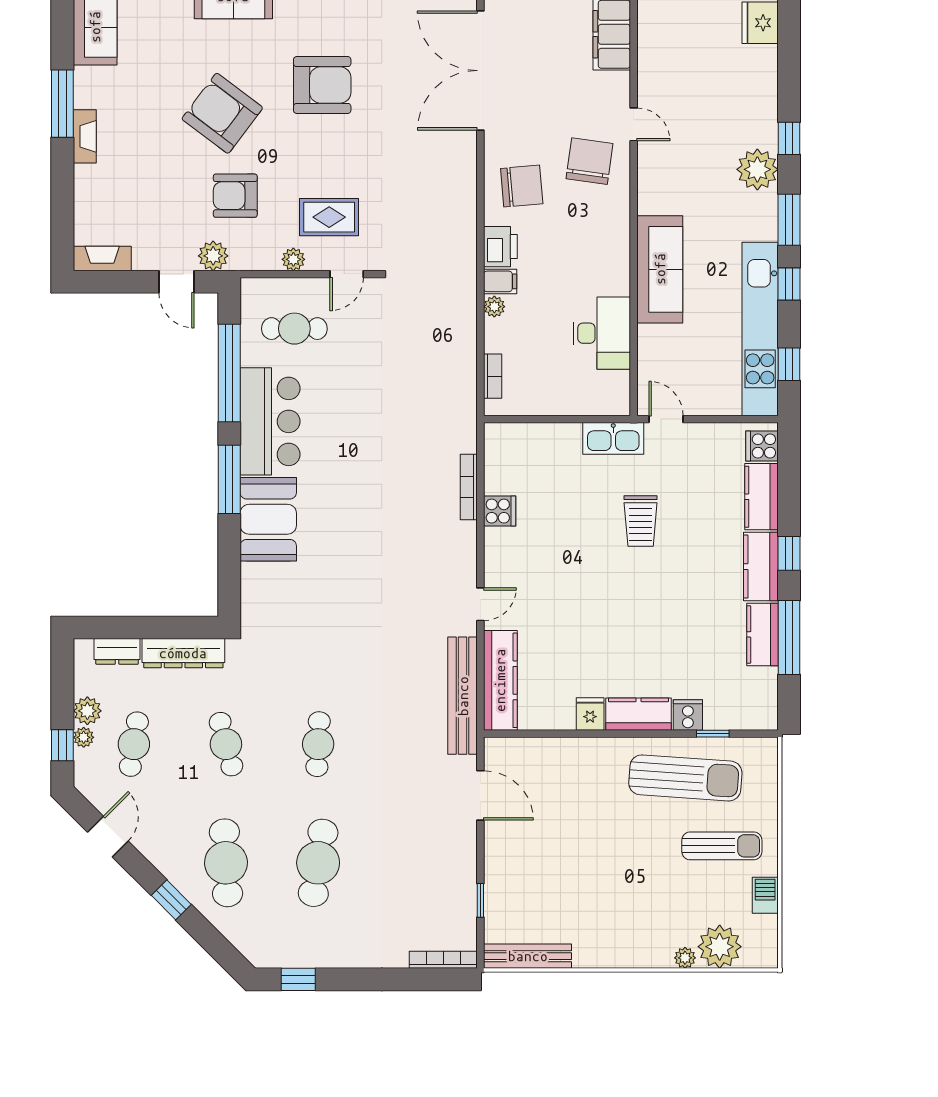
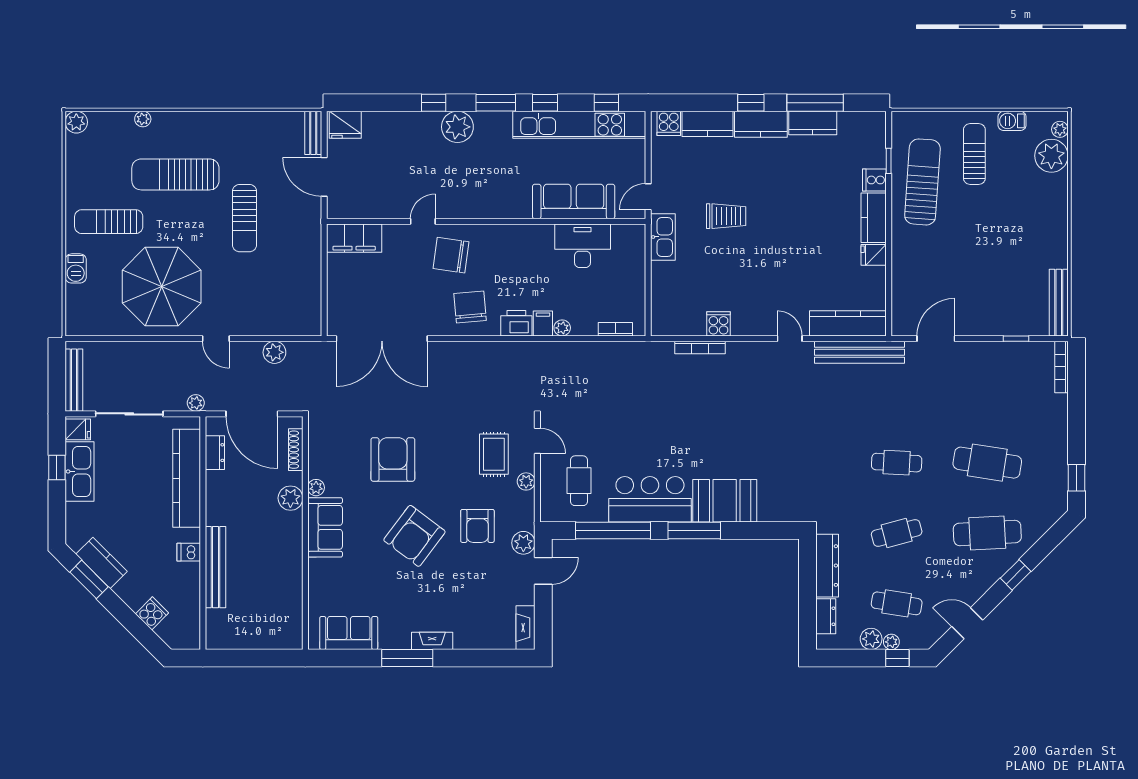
sofa: (660, 269) -> (574, 202), moved
plant: (685, 958) -> (1060, 129), moved

